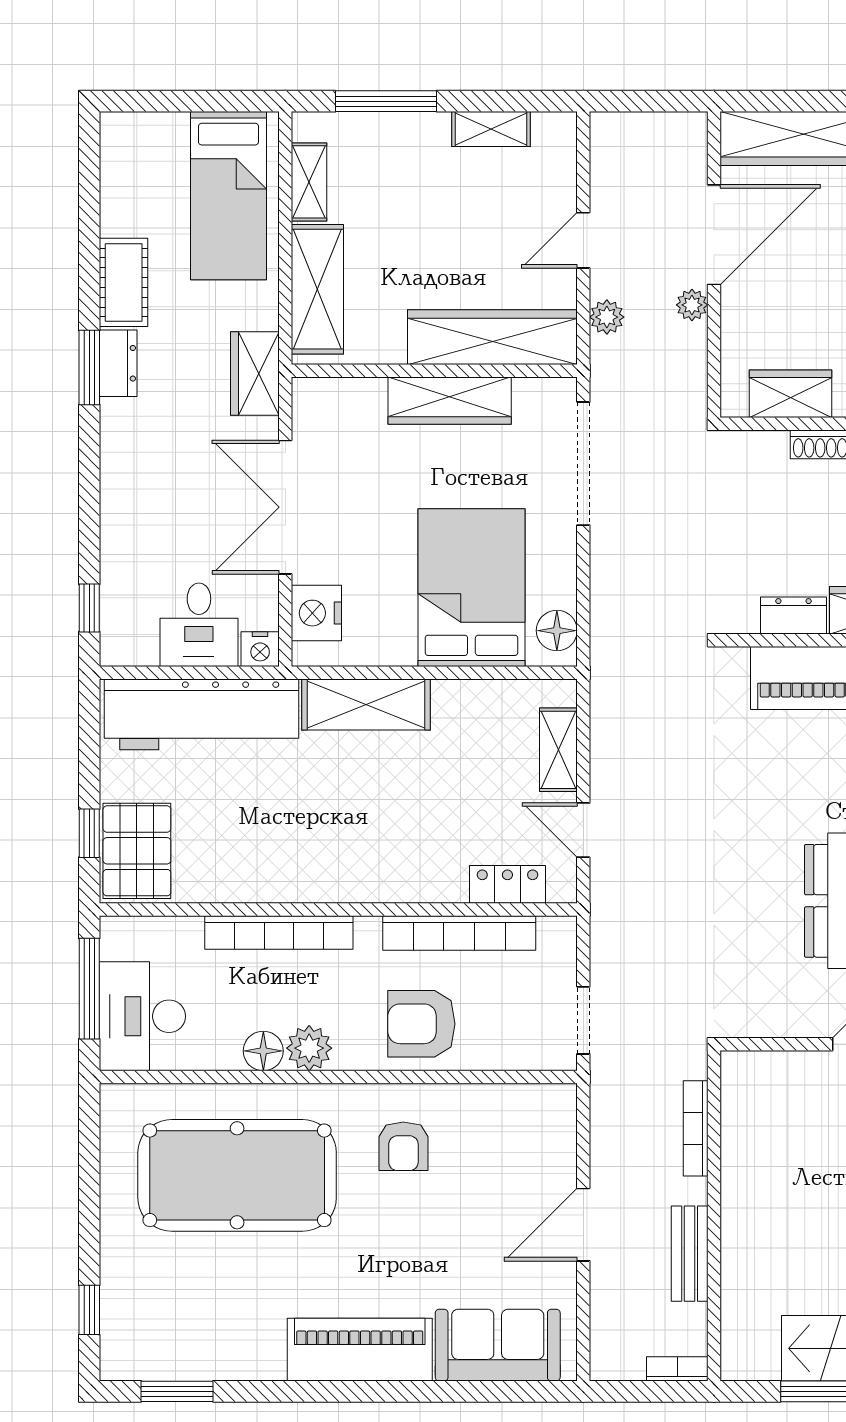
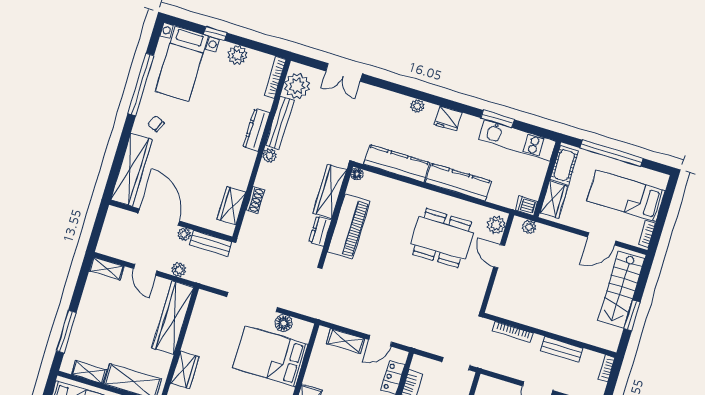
shelving: (491, 129) -> (107, 268), moved, turned 90
bench: (690, 372) -> (211, 243), added
wardrobe: (450, 401) -> (185, 370), moved, width x0.67
doorway: (583, 464) -> (252, 302), moved
floor lamp: (557, 631) -> (284, 323), moved

